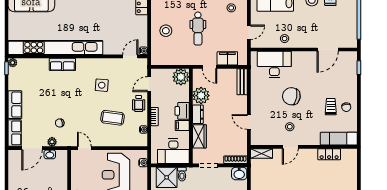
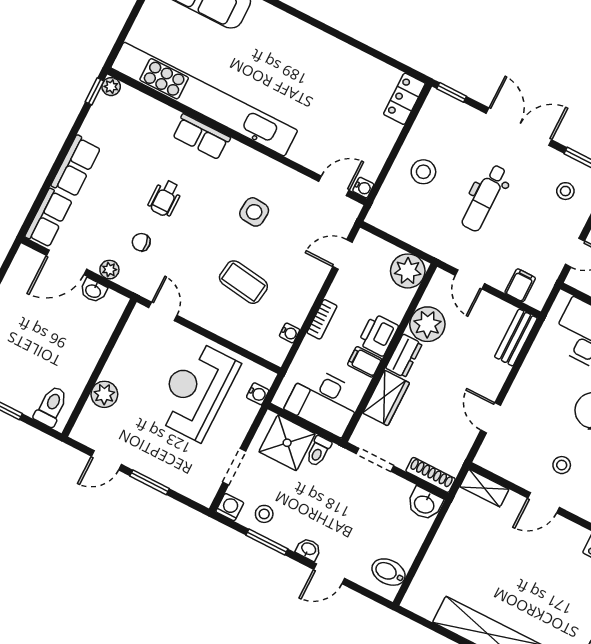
filing cabinet: (227, 58) -> (520, 285), width x0.50
wheelchair: (139, 103) -> (165, 198), moved

